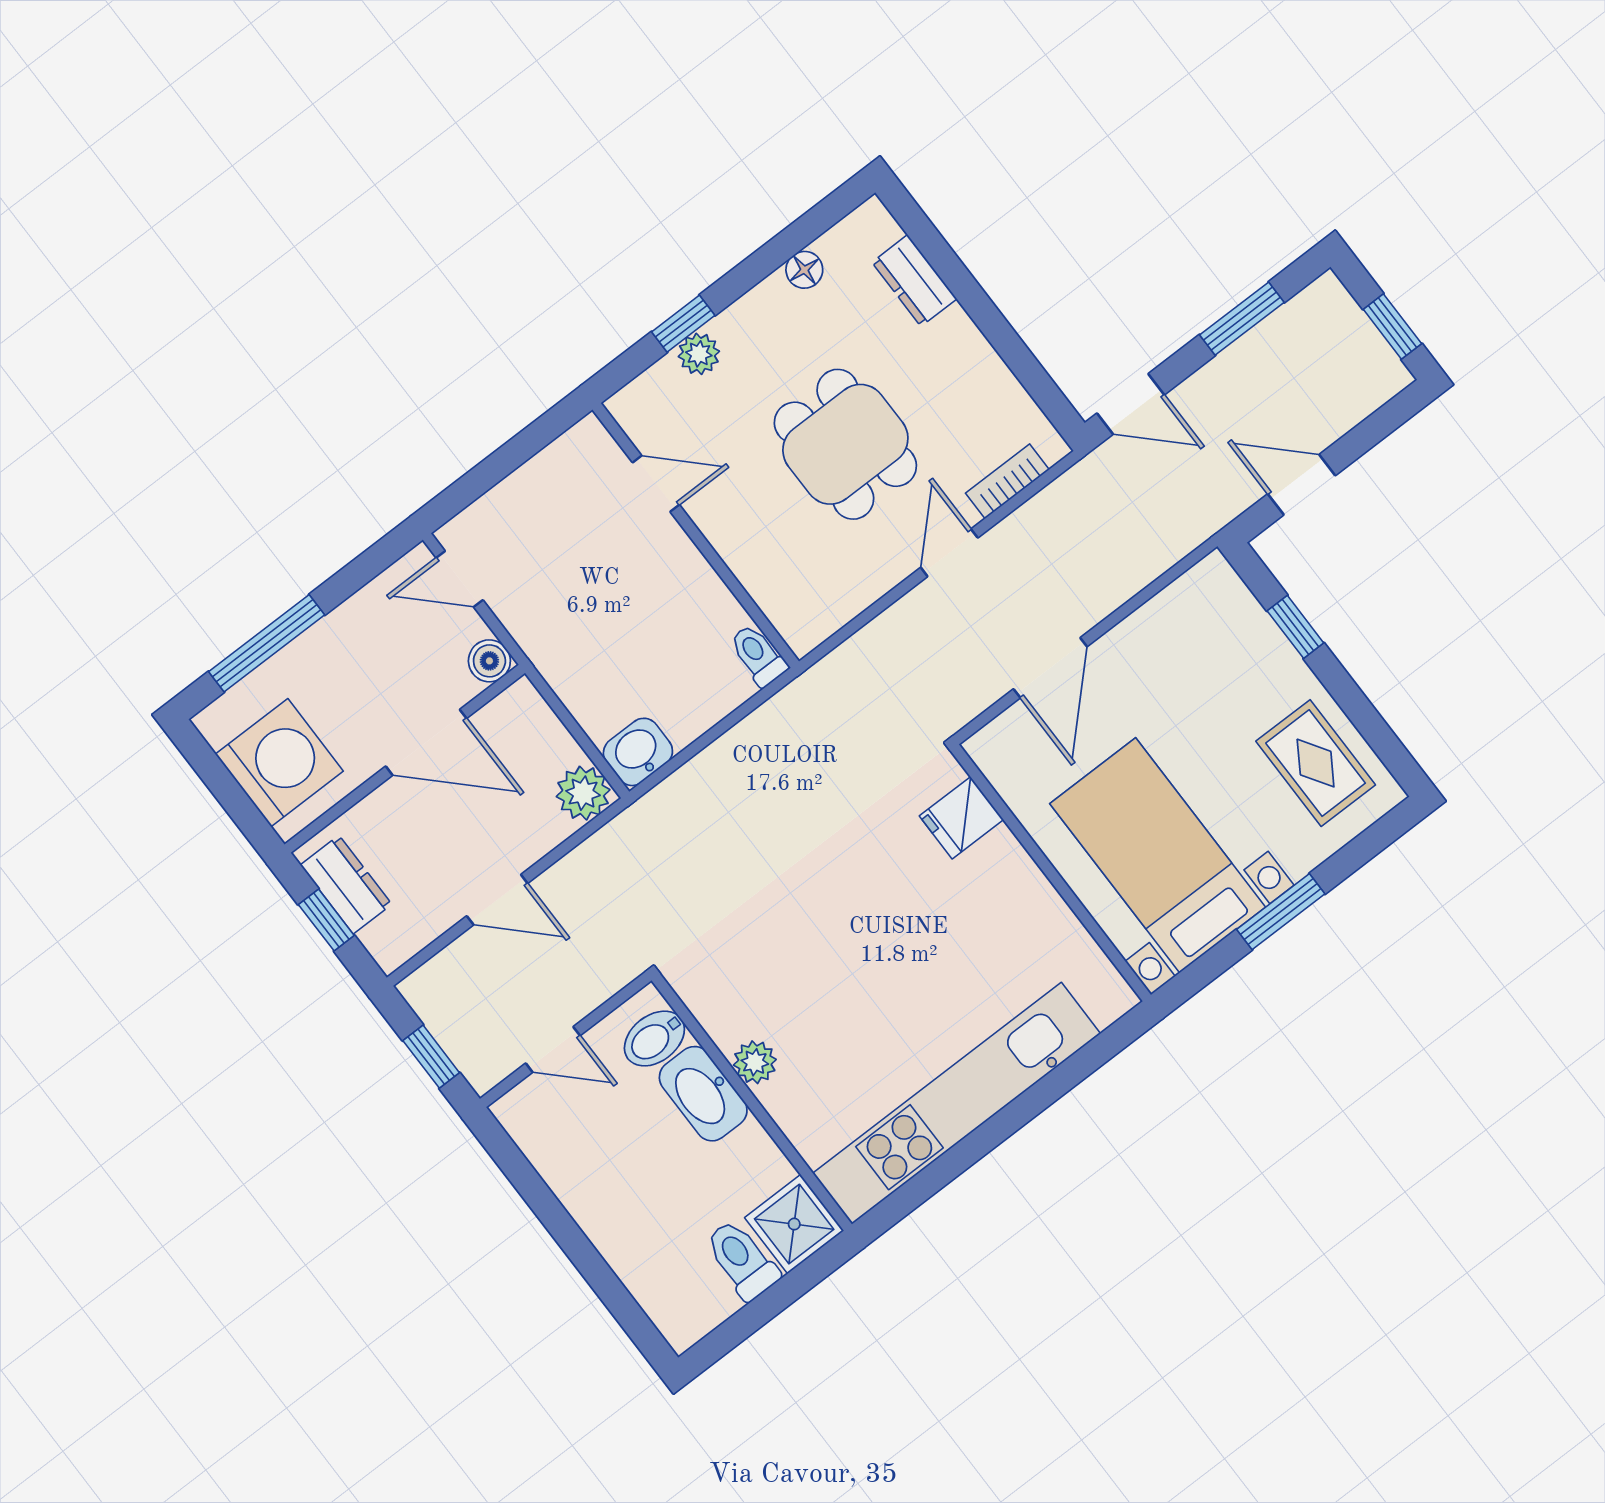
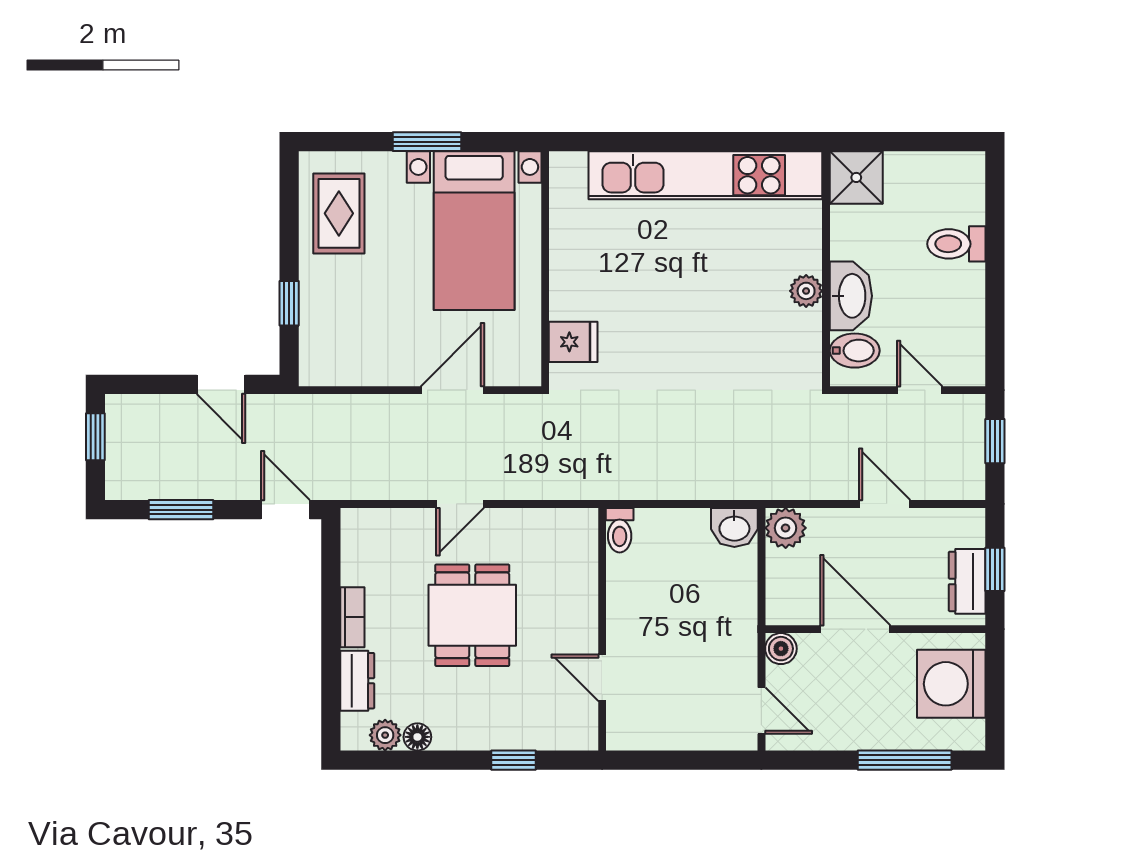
plant: (699, 354) -> (385, 735), moved
bookcase: (1007, 481) -> (352, 617), moved, turned -90
toilet: (742, 1260) -> (956, 244), moved, turned 90

